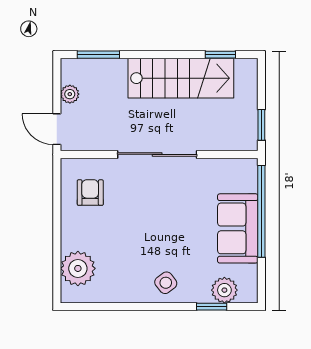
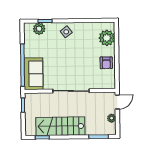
door: (57, 129) -> (117, 102), hinge flipped
armchair: (90, 193) -> (106, 63), moved
sofa: (238, 228) -> (34, 74), moved

